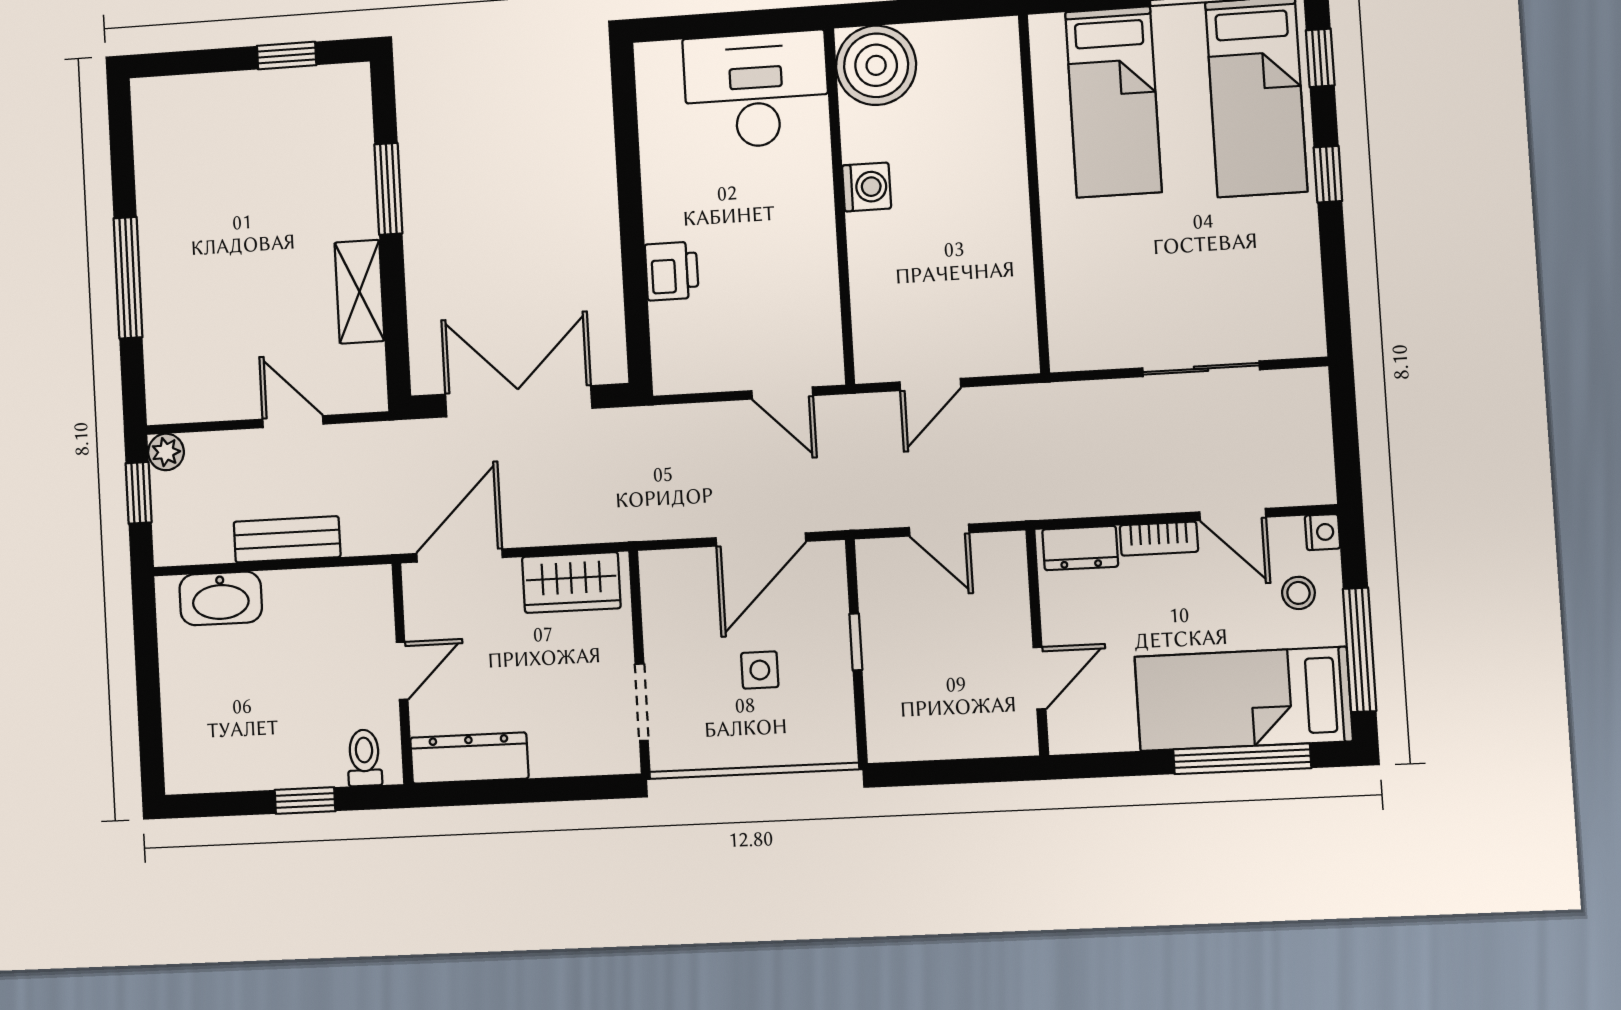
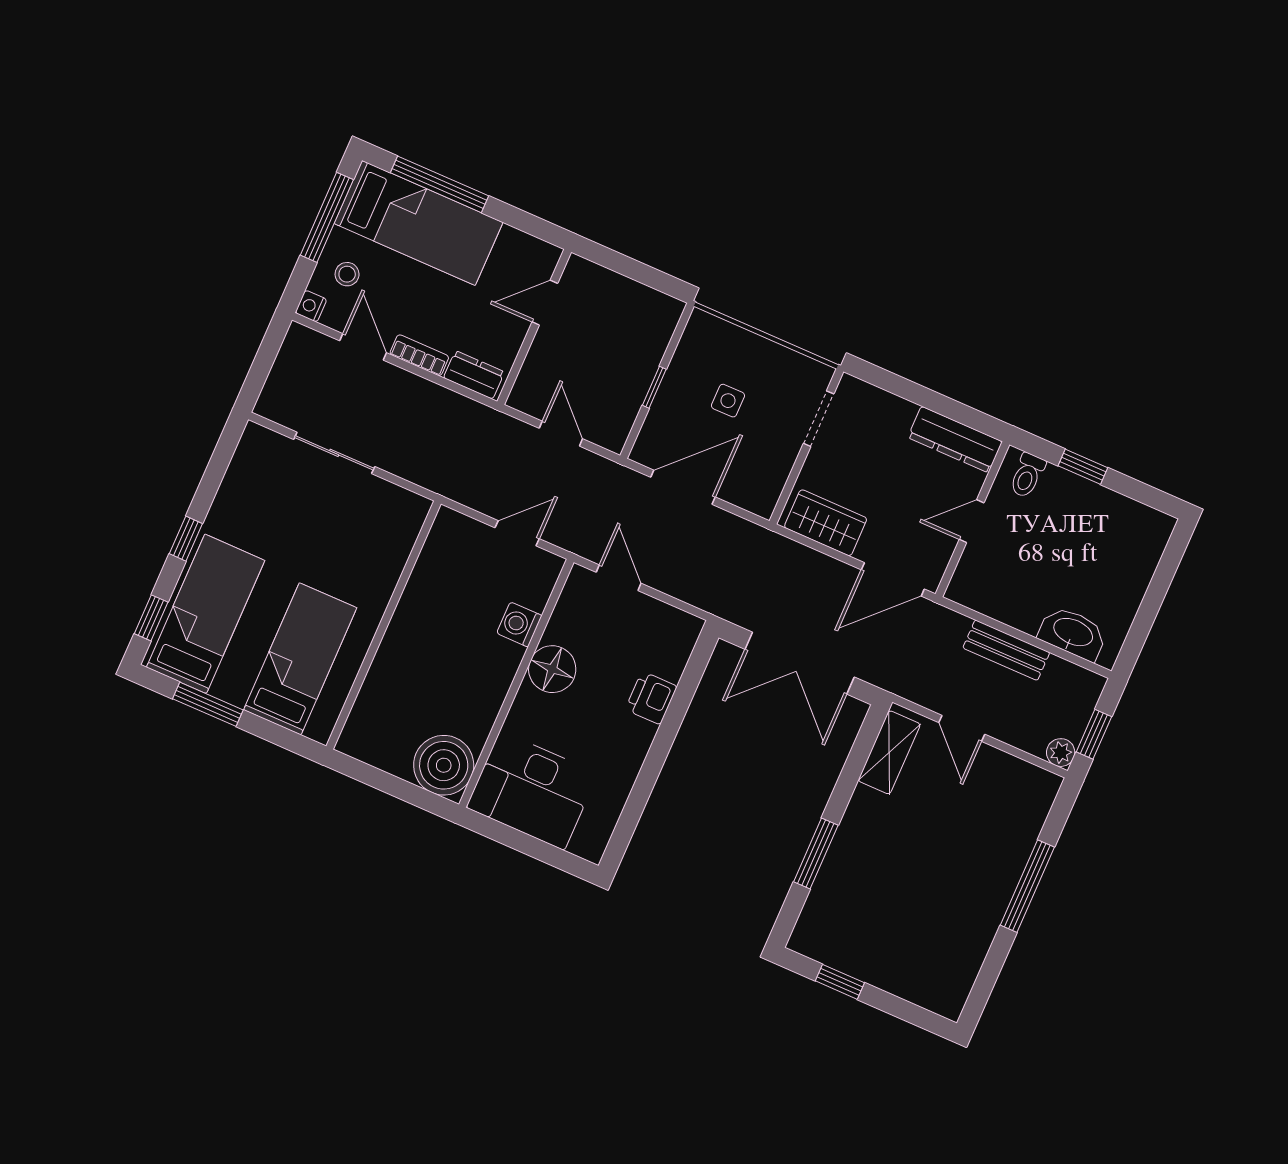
washing machine: (867, 187) -> (519, 624), moved
floor lamp: (806, 245) -> (552, 669), added
shelving: (359, 292) -> (889, 752), moved

